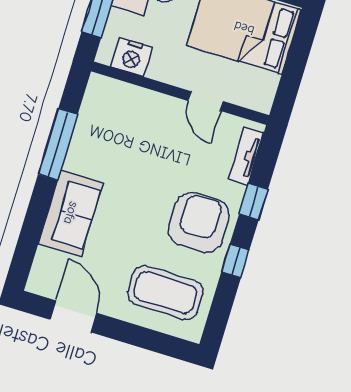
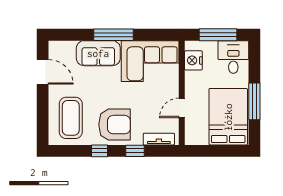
corner sofa: (111, 130) -> (150, 61), added
window: (58, 144) -> (114, 35), moved
door: (73, 316) -> (43, 72), hinge flipped

